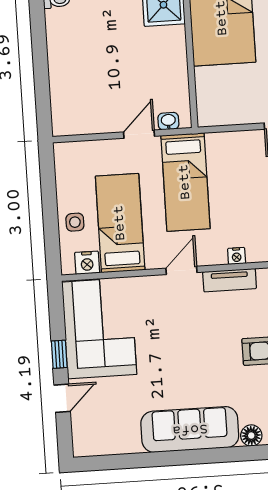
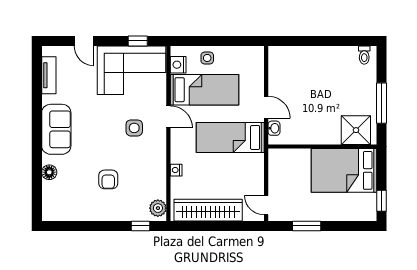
door: (181, 270) -> (168, 117), moved
tv unit: (230, 280) -> (49, 75), moved, turned 180
side table: (181, 319) -> (134, 128), added
window: (59, 354) -> (138, 41), moved
sofa: (190, 429) -> (56, 129), width x0.73

